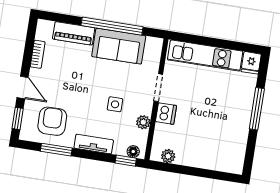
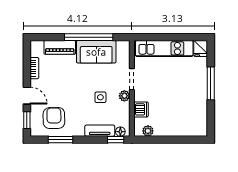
dishwasher: (166, 114) -> (141, 109), moved
plant: (143, 122) -> (124, 96), moved
tv unit: (94, 144) -> (100, 131), moved

